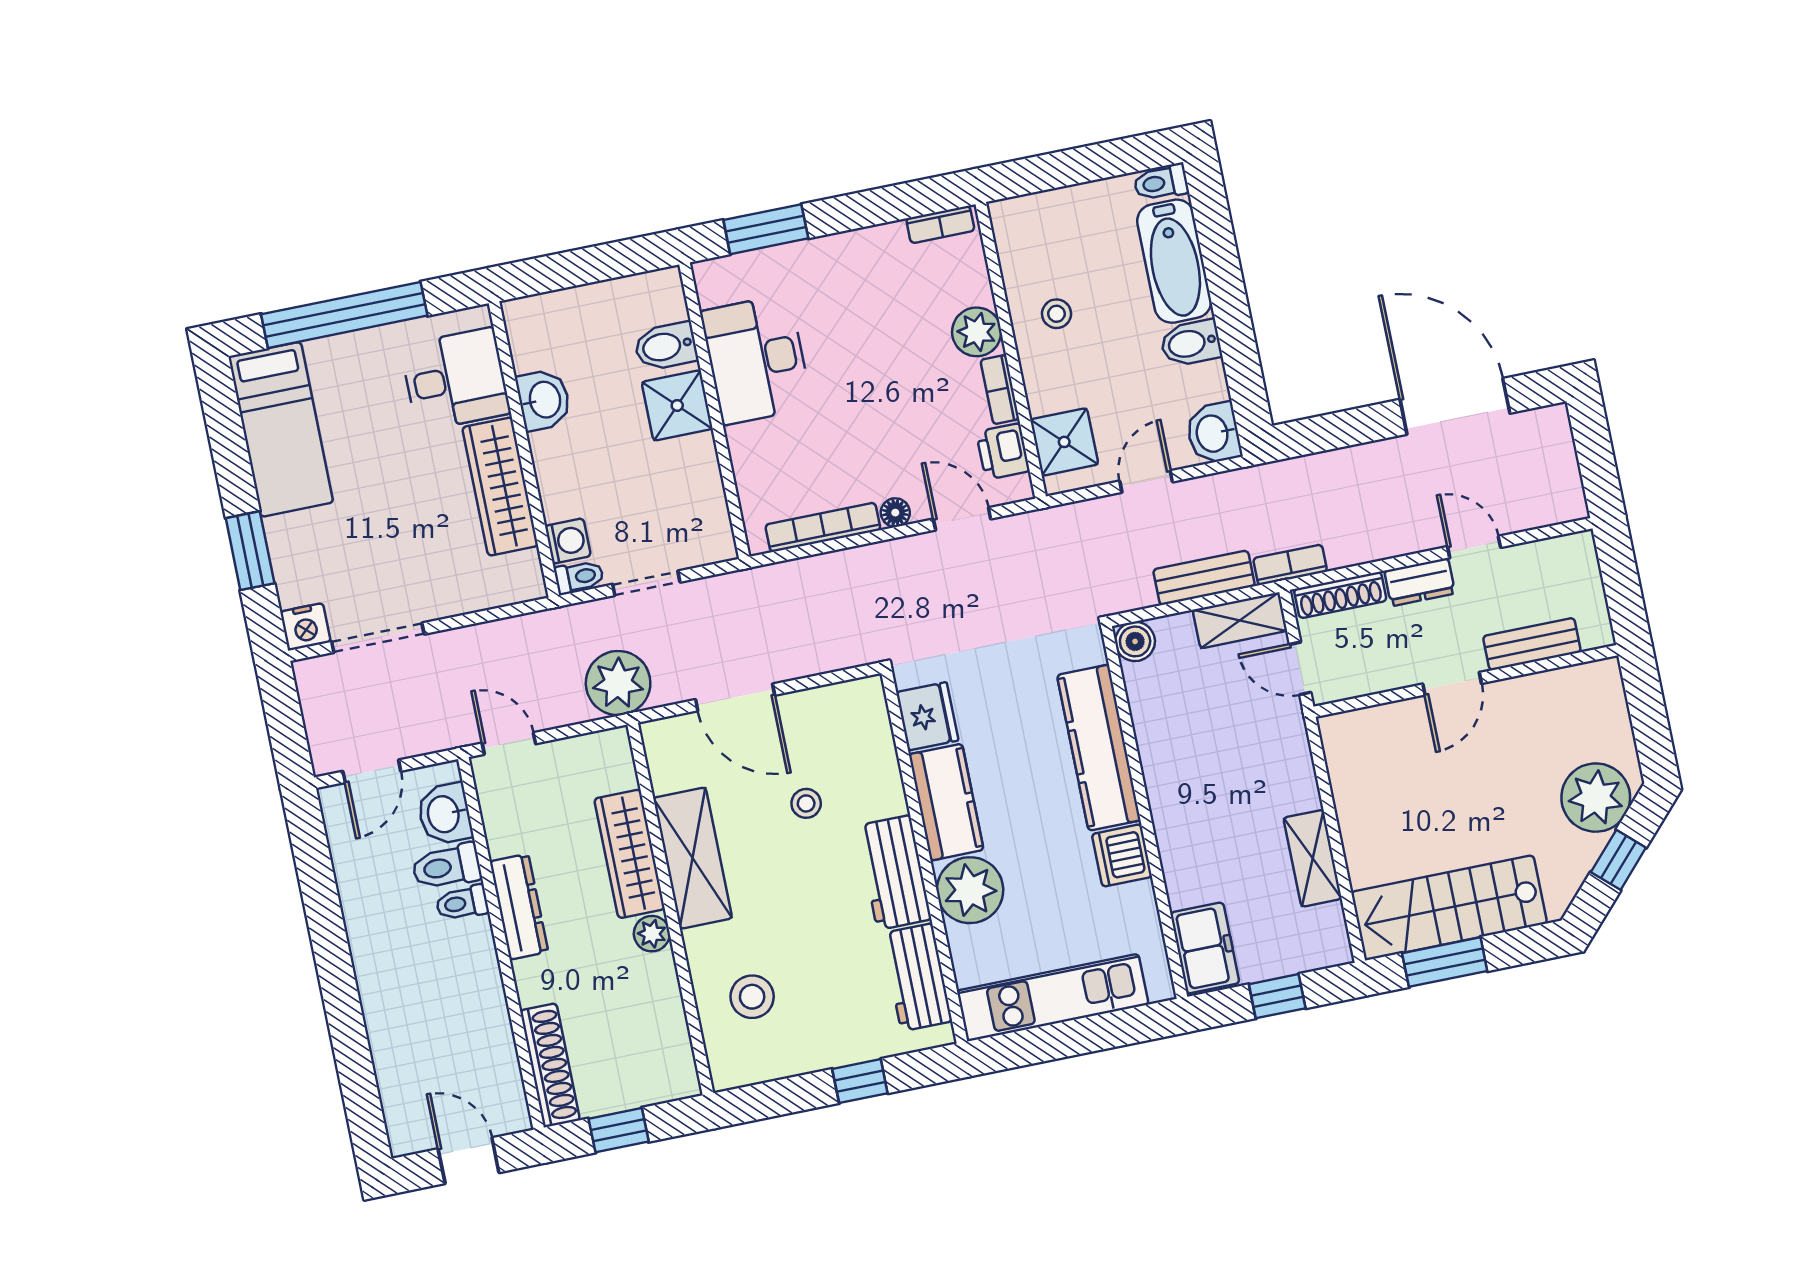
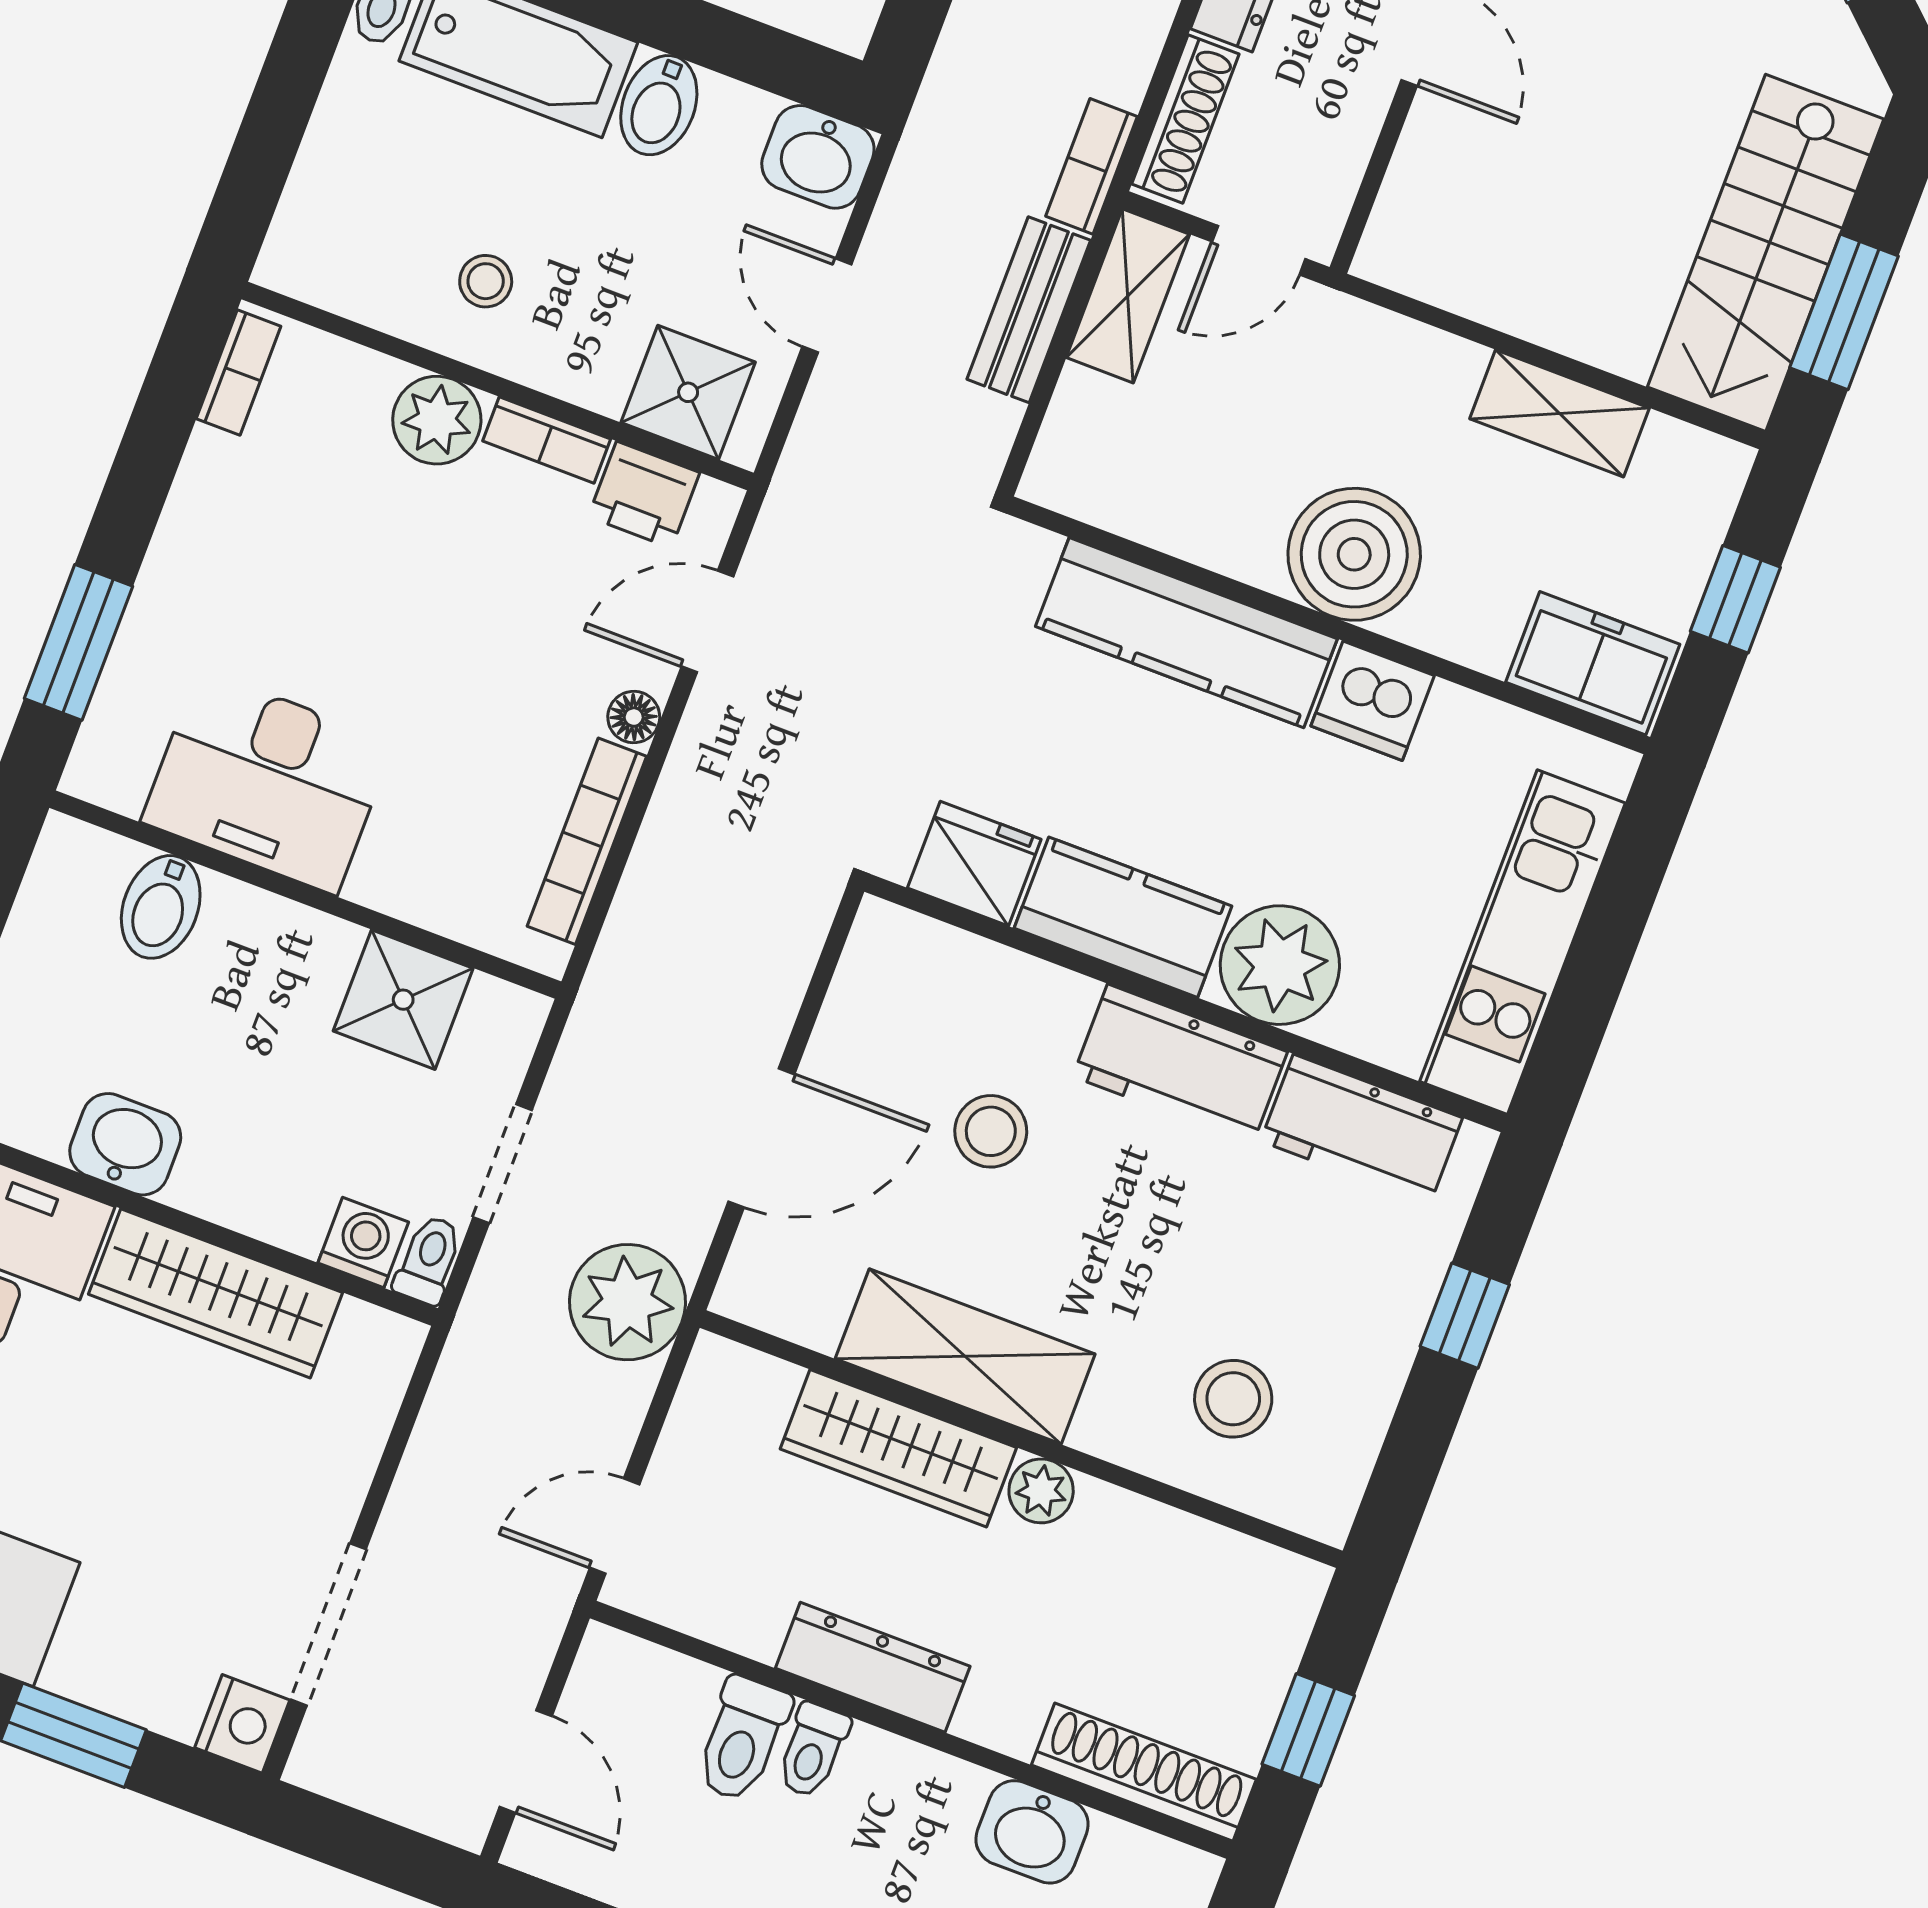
shower: (677, 405) -> (403, 1000), moved
boiler: (1135, 641) -> (1354, 554), moved, width x1.86, depth x1.86
stool: (806, 803) -> (991, 1131), width x1.37, depth x1.37
washbasin: (445, 814) -> (1032, 1832), moved

